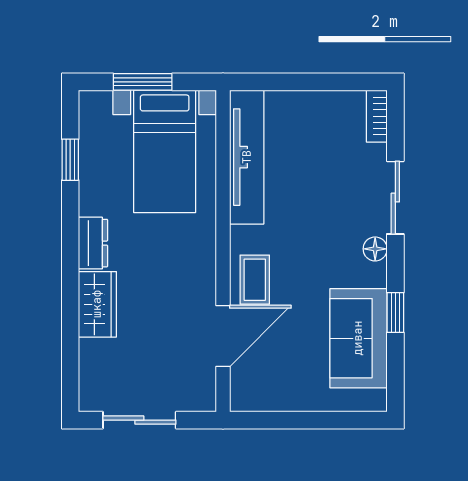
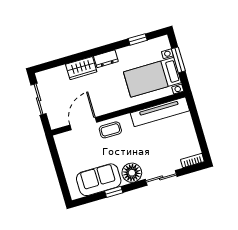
floor lamp: (375, 249) -> (132, 173), width x1.89, depth x1.89
door: (223, 336) -> (83, 124), swing flipped

